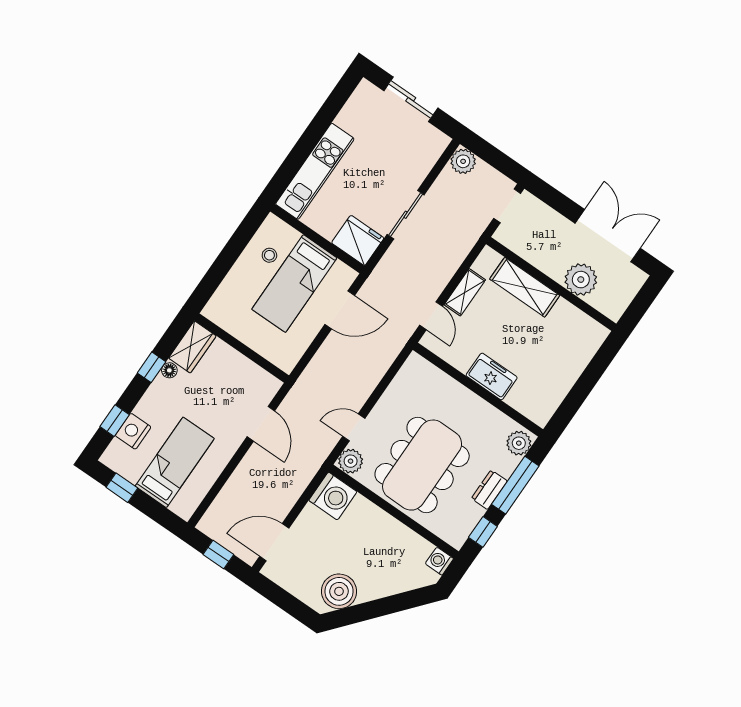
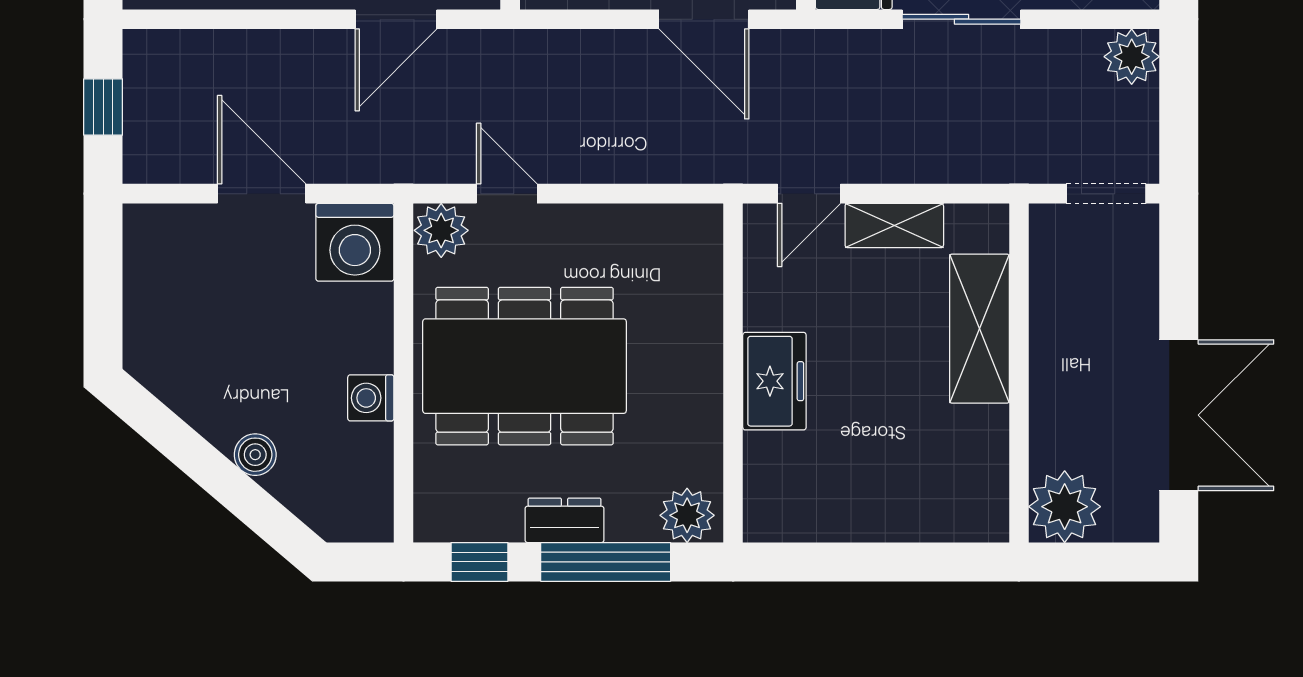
plant: (581, 280) -> (1065, 507), moved
door: (274, 542) -> (262, 194), moved
washing machine: (439, 561) -> (371, 398), moved, turned -90
boiler: (339, 591) -> (255, 455), moved, width x0.54, depth x0.54

